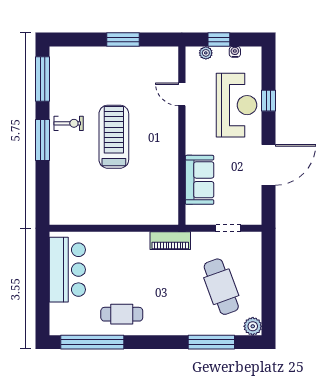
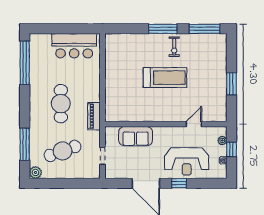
window: (269, 101) -> (179, 183), moved
cafe table: (122, 314) -> (61, 104), moved, width x1.37, depth x1.35

